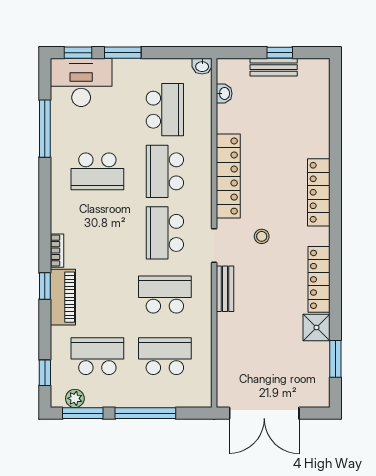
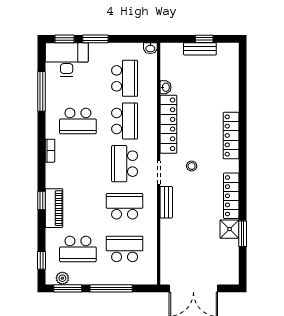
washbasin: (224, 93) -> (166, 87), moved
school desk: (165, 171) -> (125, 121), turned 180
bookcase: (57, 251) -> (50, 151), moved
school desk: (97, 356) -> (78, 249), turned 180
window: (335, 359) -> (243, 234), moved

